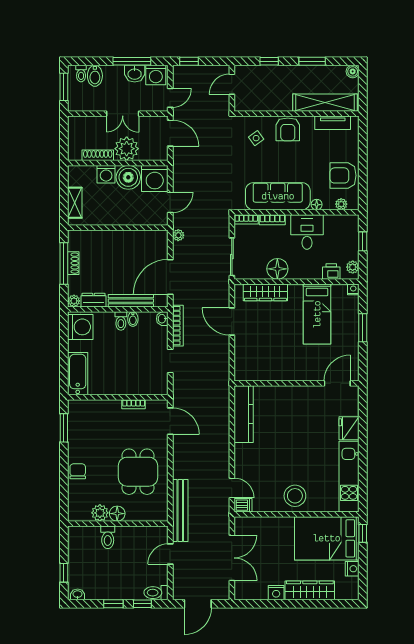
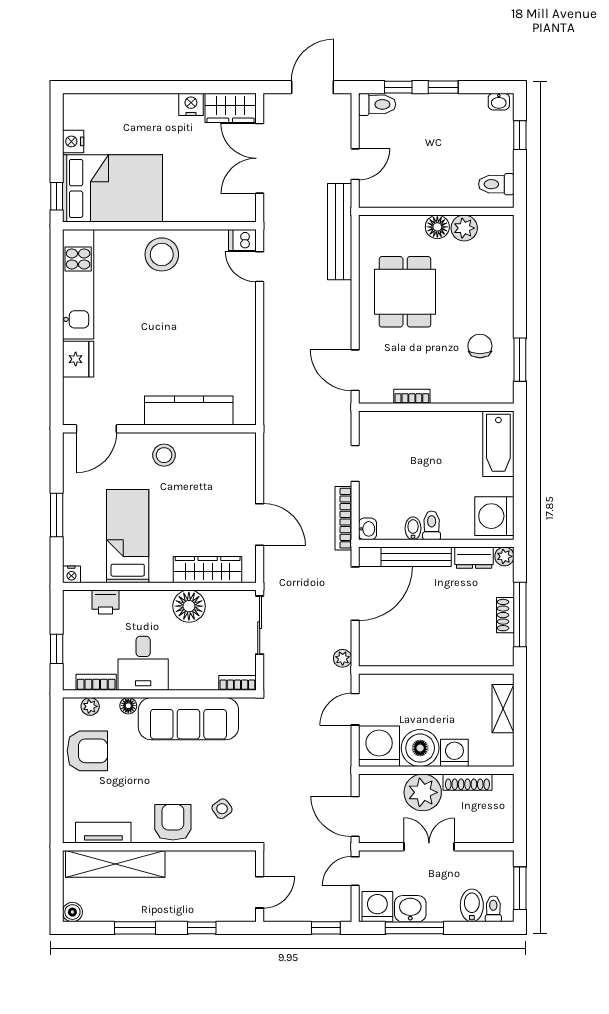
bookcase: (272, 220) -> (96, 682), moved
plant: (353, 267) -> (72, 609), removed
stool: (294, 366) -> (164, 455), added
kitchen counter: (244, 414) -> (189, 410), moved, turned 90
chair: (78, 471) -> (480, 346), moved, turned 180
toilet: (108, 537) -> (496, 184), moved, turned -90
wardrobe: (310, 590) -> (231, 108), moved, width x0.67

